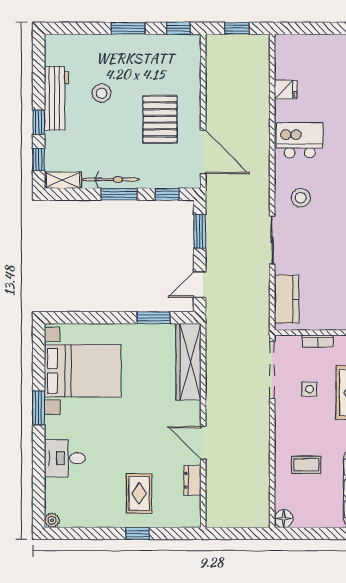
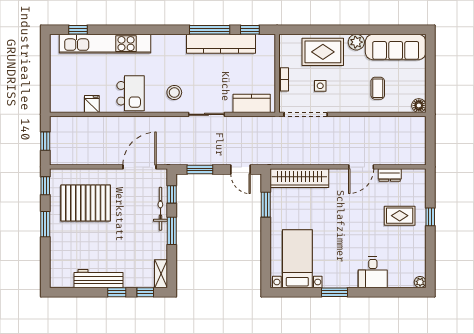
stool: (101, 93) -> (95, 244), removed
pallet: (160, 119) -> (86, 203), moved, width x1.37, depth x1.41
kitchen island: (300, 140) -> (131, 93), turned 180
bicycle: (111, 180) -> (160, 209), moved
bed with nightstands: (83, 371) -> (297, 259), width x0.73

